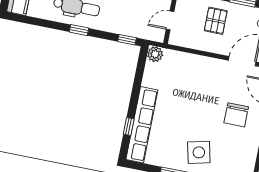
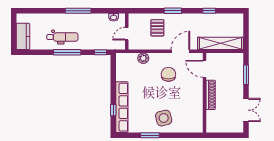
window: (79, 30) -> (67, 52), width x2.17
plant: (155, 54) -> (143, 58), moved
chair: (236, 115) -> (168, 74), moved, turned 180

